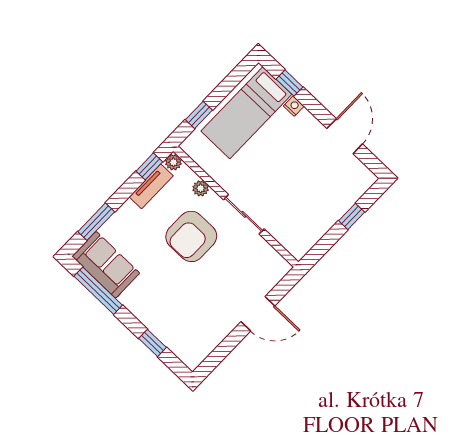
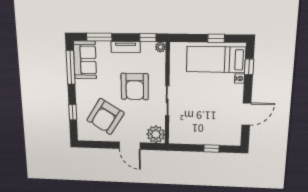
window: (199, 115) -> (216, 38), moved
tv unit: (151, 186) -> (126, 47), moved
plant: (201, 188) -> (156, 134), moved, width x1.87, depth x1.87
armchair: (191, 236) -> (135, 87), turned -90
armchair: (195, 308) -> (105, 117), added

